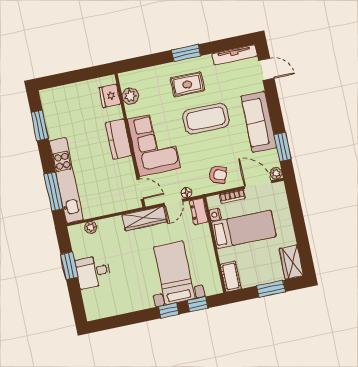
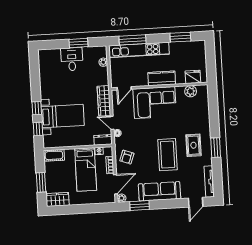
fridge: (110, 96) -> (193, 77), moved
plant: (130, 96) -> (191, 91), moved
kitchen counter: (118, 139) -> (162, 78), moved
wall: (130, 140) -> (159, 86), moved
corner sofa: (154, 144) -> (155, 103), moved
door: (140, 189) -> (124, 88), moved

